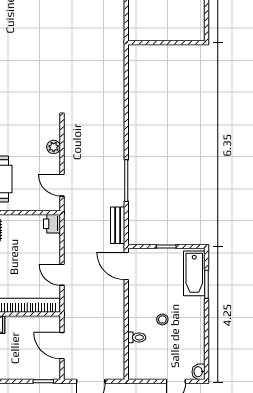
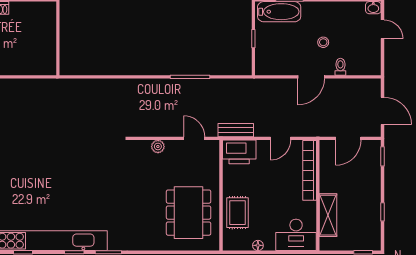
door: (62, 185) -> (194, 138), swing flipped
printer: (52, 224) -> (239, 152), width x1.87, depth x1.48
bench: (118, 225) -> (236, 130), moved
door: (126, 266) -> (311, 77), moved

